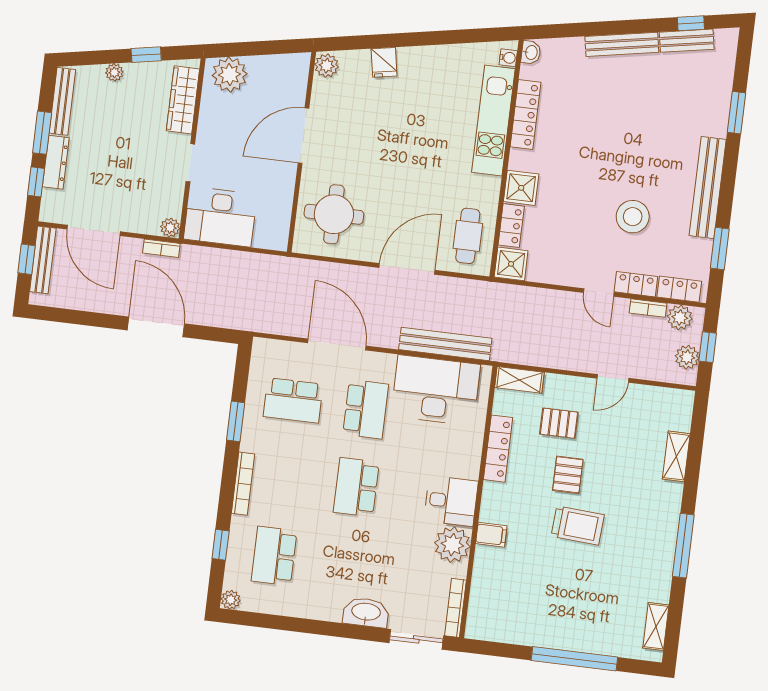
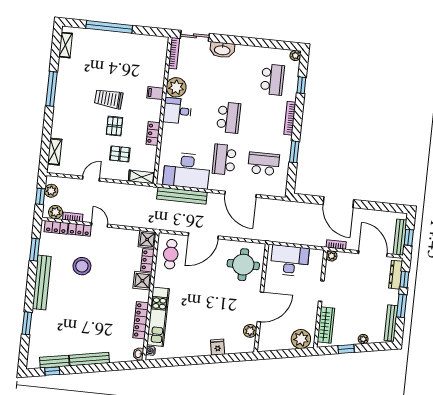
plant: (327, 66) -> (250, 331), moved
dresser: (56, 162) -> (396, 275), moved
desk: (220, 217) -> (290, 261), moved
locker: (498, 449) -> (153, 134), width x0.66
shelving: (676, 456) -> (55, 152), moved

